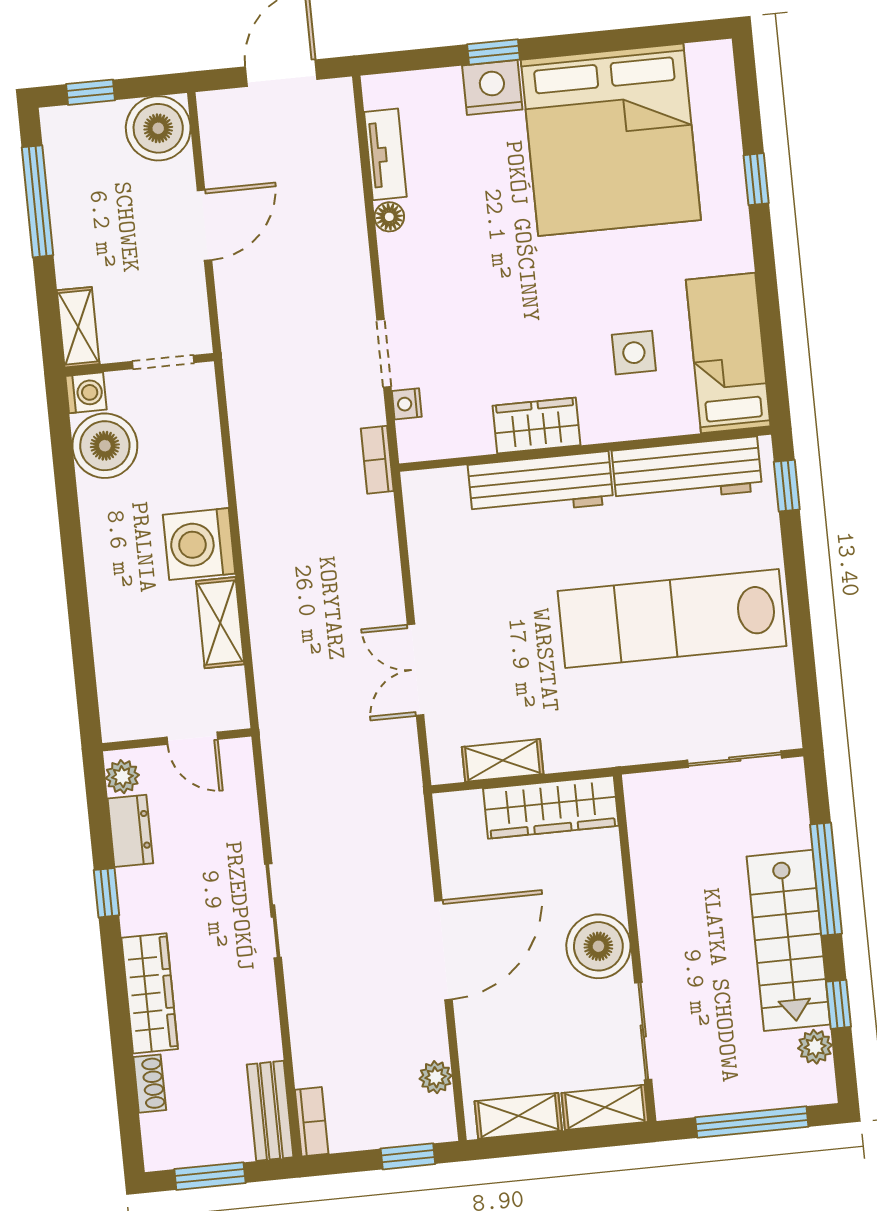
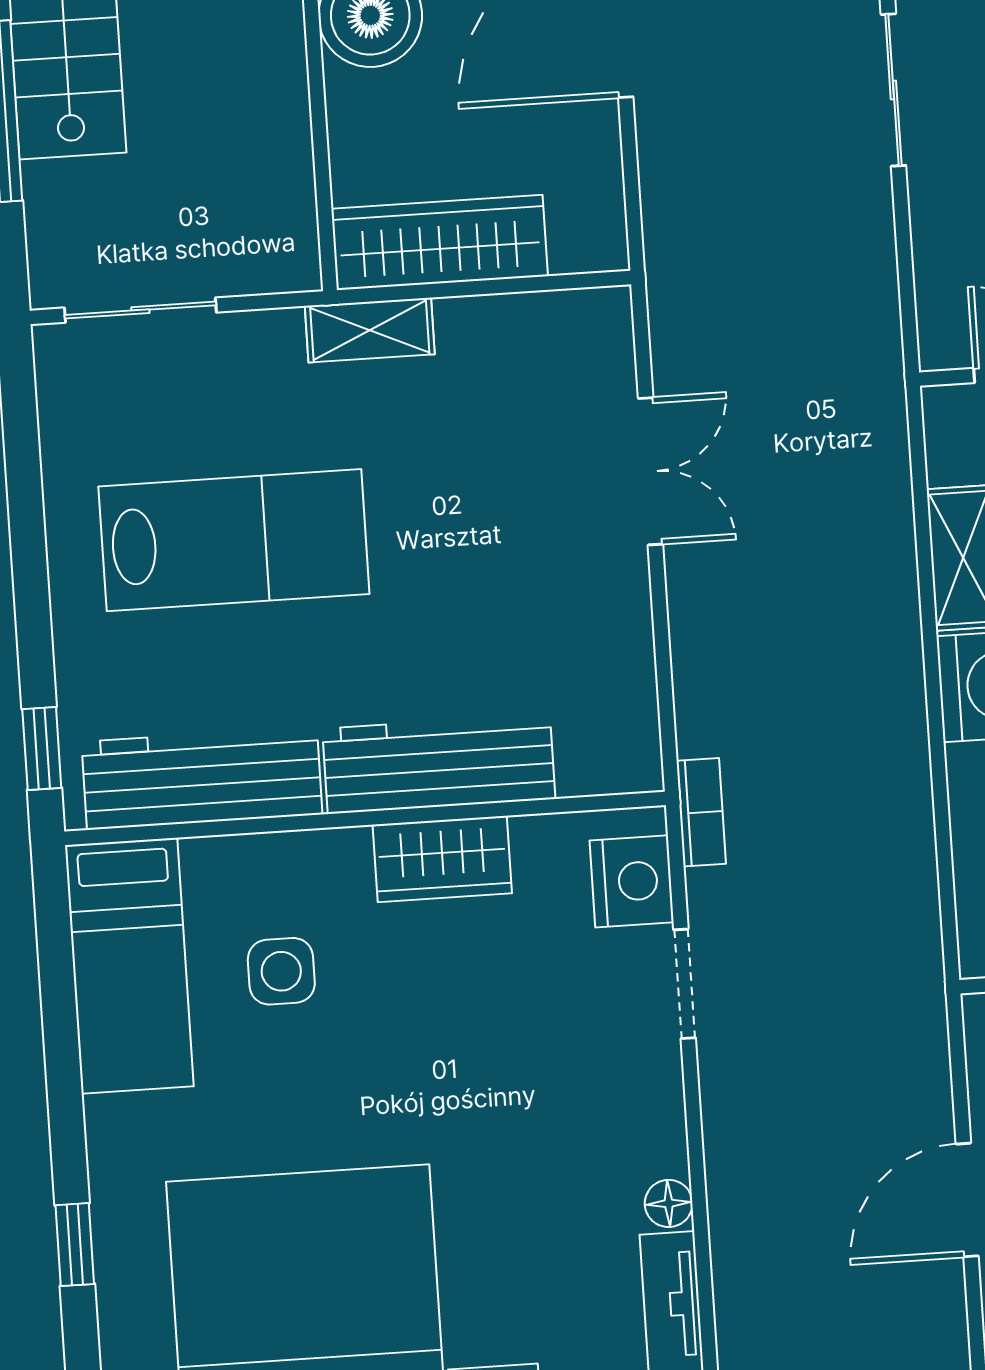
nightstand: (407, 404) -> (632, 881), width x1.89, depth x1.79
lab bench: (672, 619) -> (234, 540), width x0.73
shelving: (503, 760) -> (370, 330), moved

